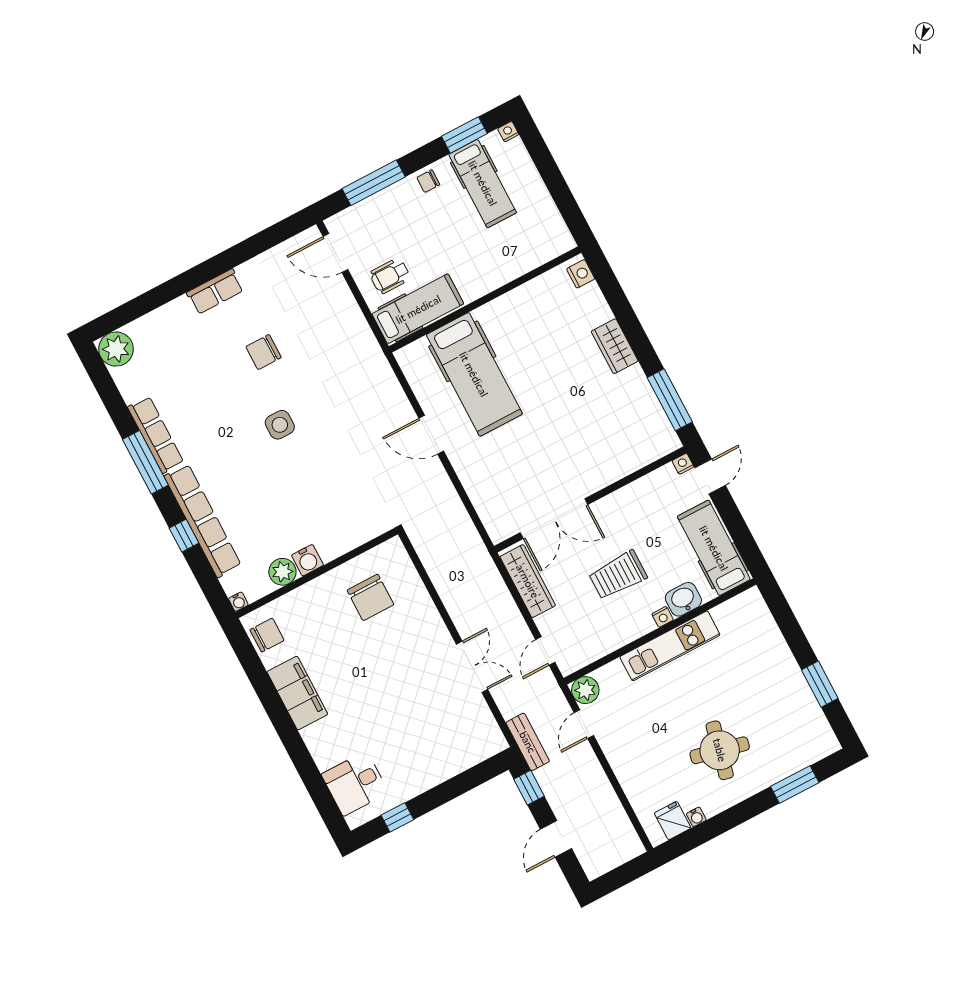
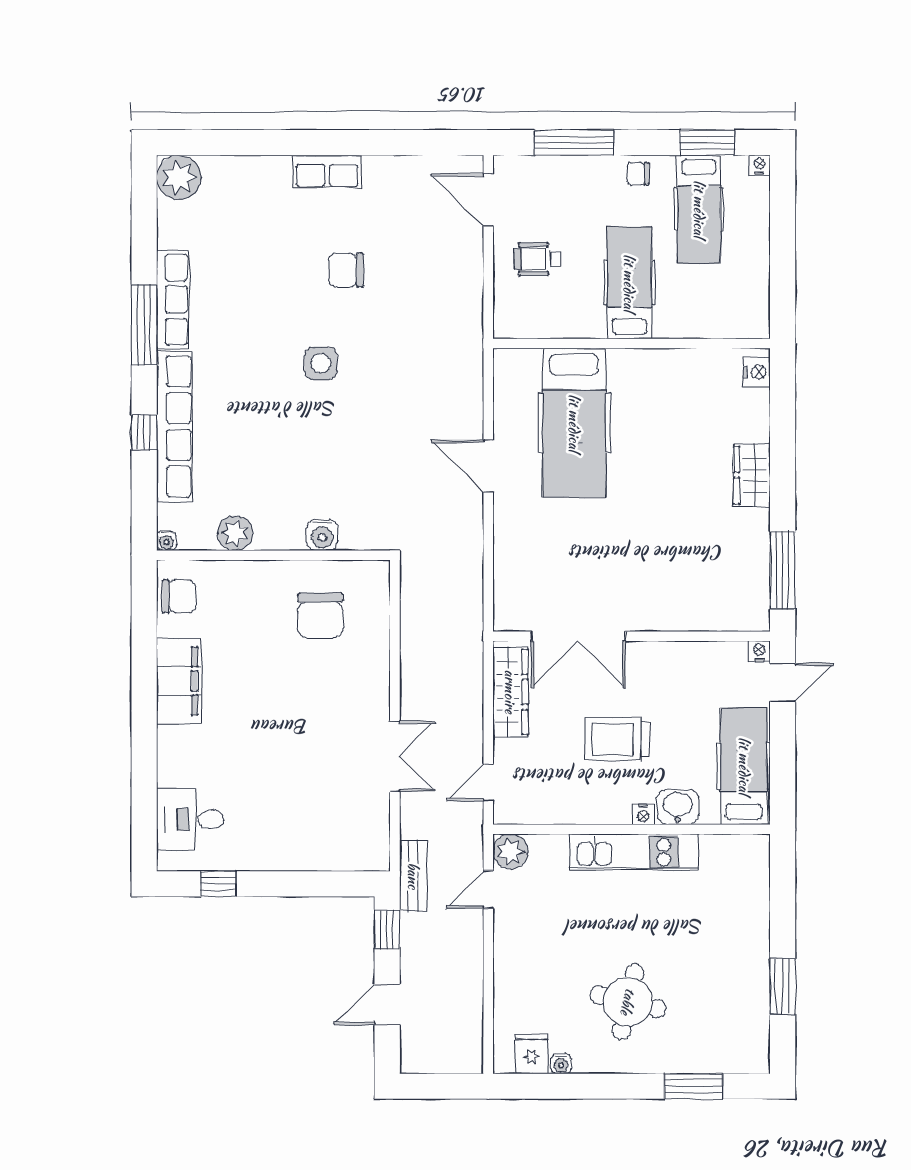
hospital bed: (418, 309) -> (629, 283), moved, turned -90
water cooler: (307, 560) -> (322, 535), moved

